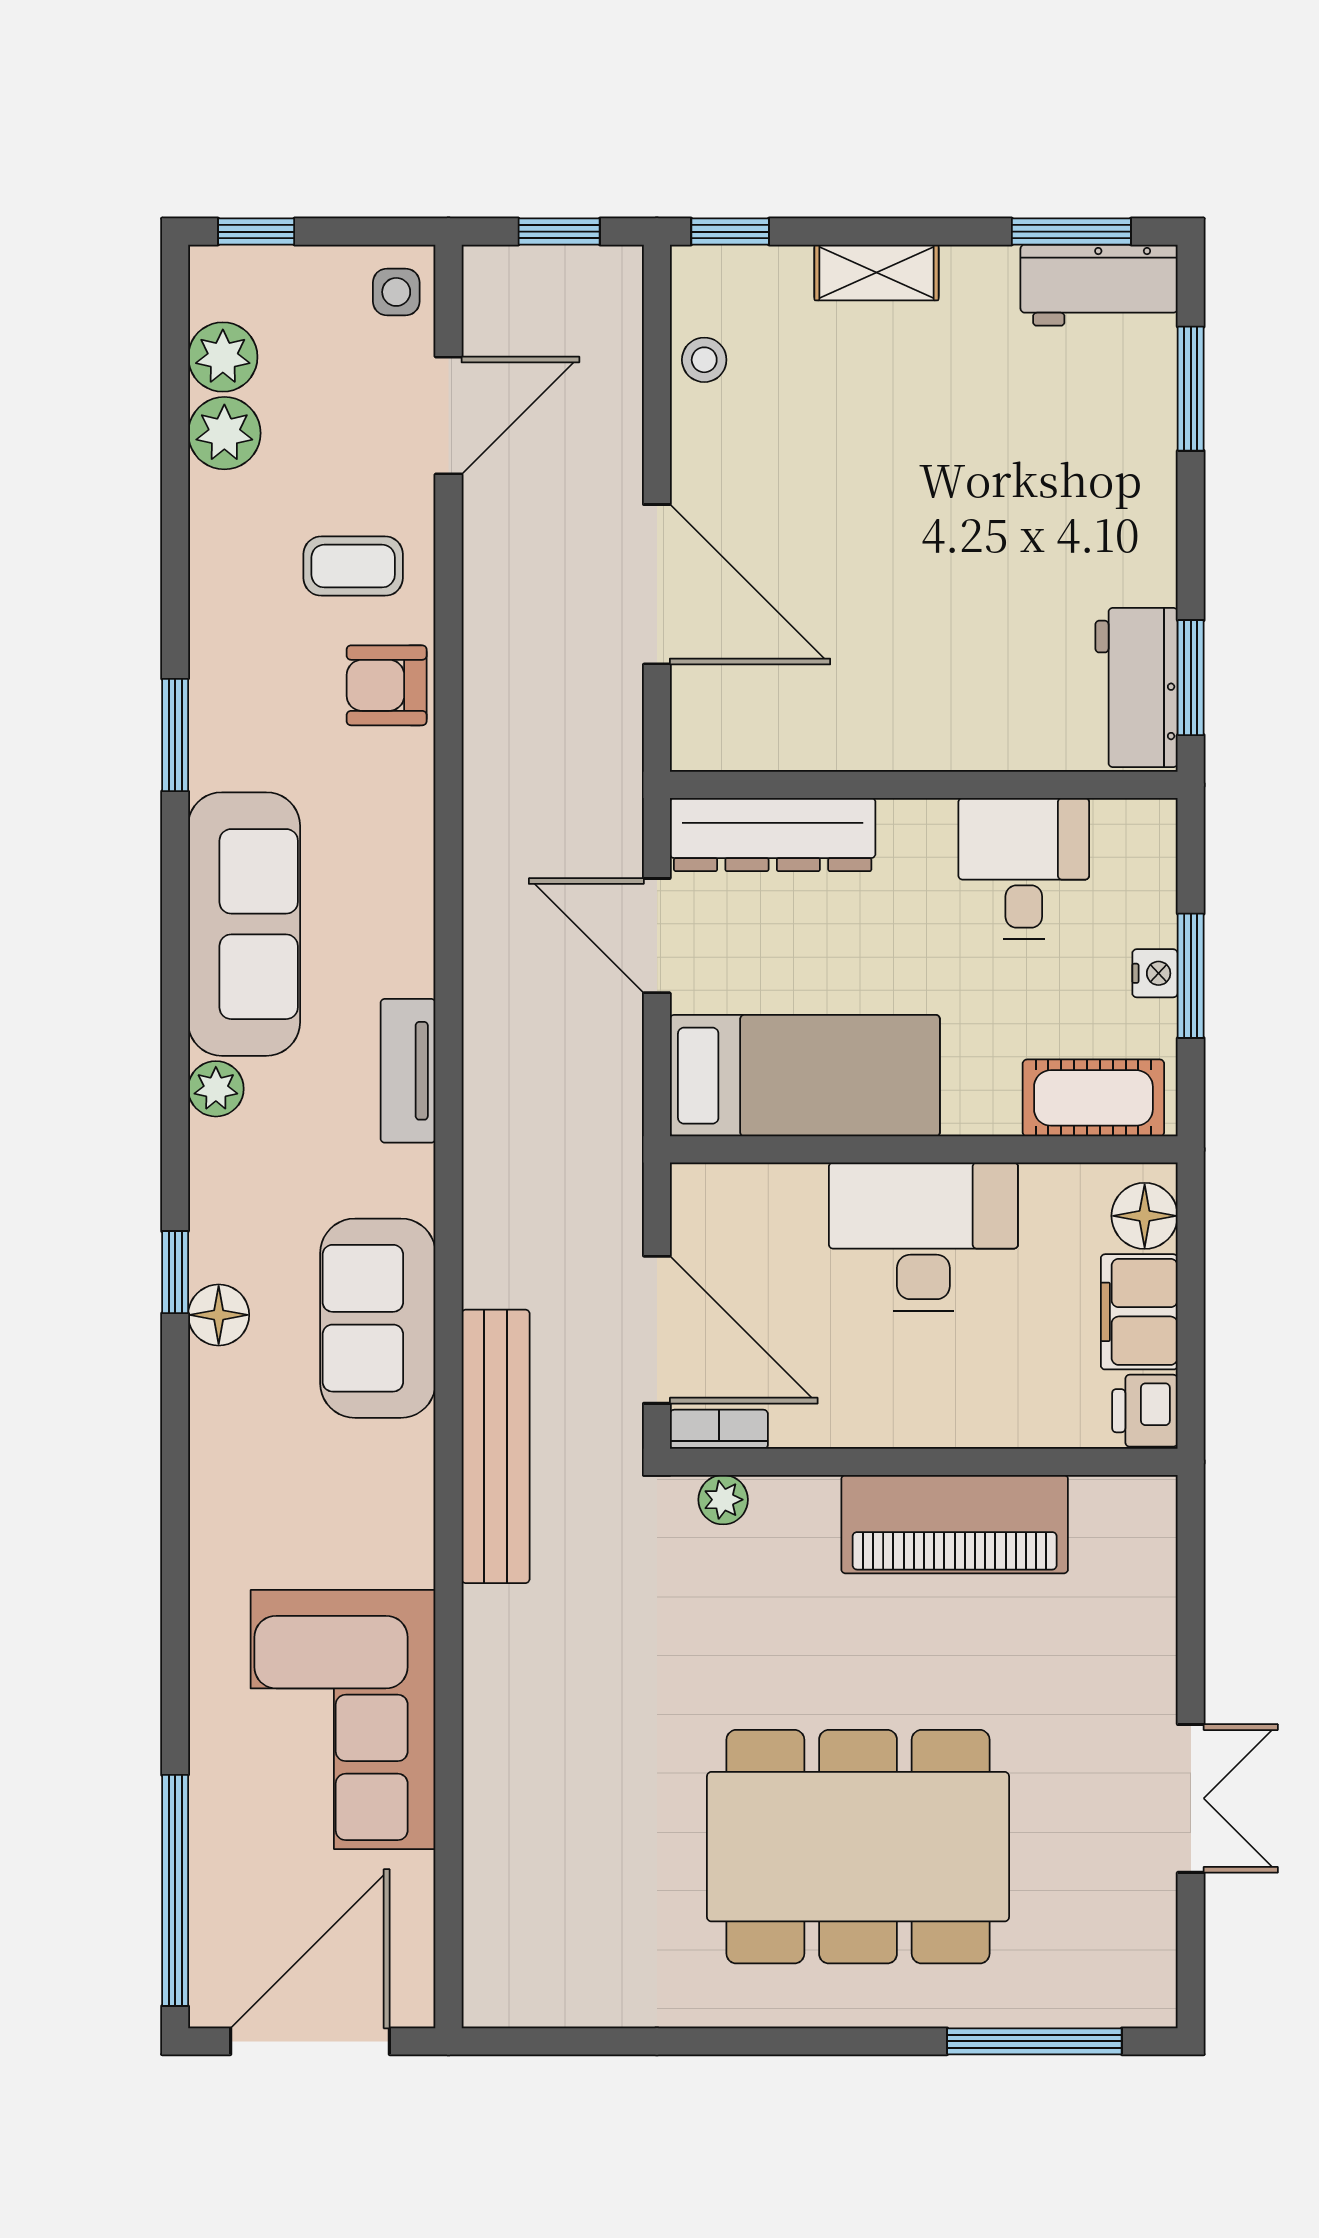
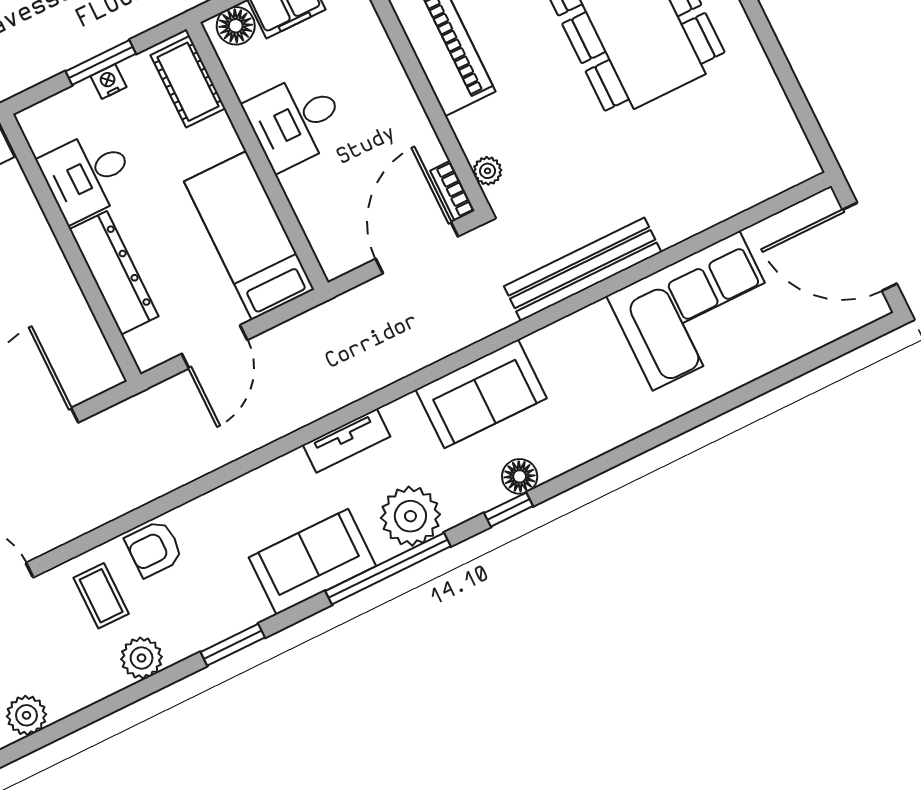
plant: (224, 433) -> (142, 658), moved
armchair: (387, 685) -> (154, 549), turned 90
dresser: (773, 835) -> (114, 273), moved
sofa: (244, 924) -> (312, 562), width x0.73
plant: (216, 1089) -> (410, 516), width x1.88, depth x1.88
desk: (923, 1237) -> (296, 121), width x0.73
bench: (496, 1446) -> (583, 269), moved
window: (175, 1890) -> (388, 569), moved

